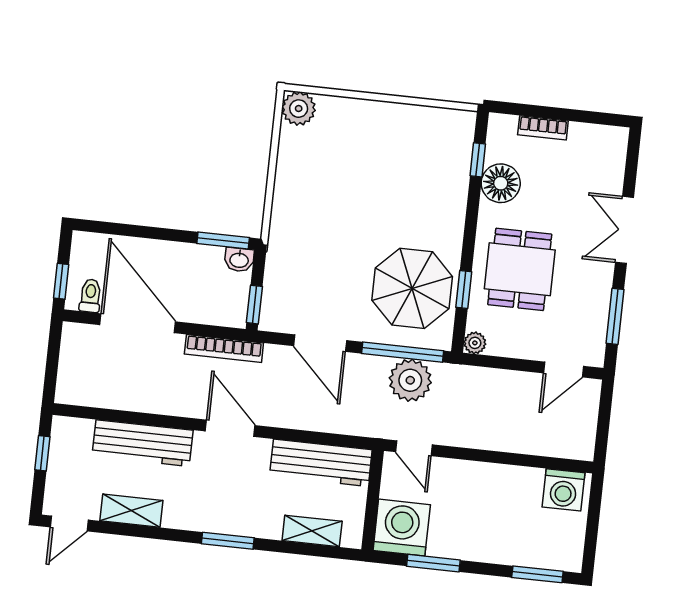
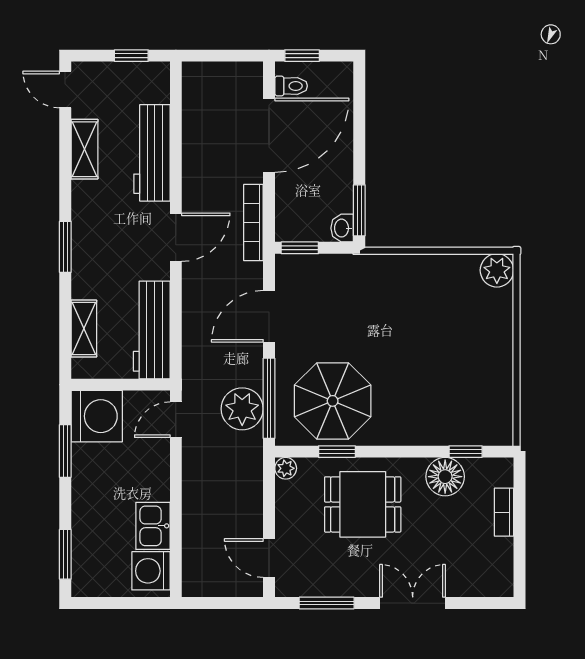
kitchen sink: (518, 483) -> (153, 526), added

